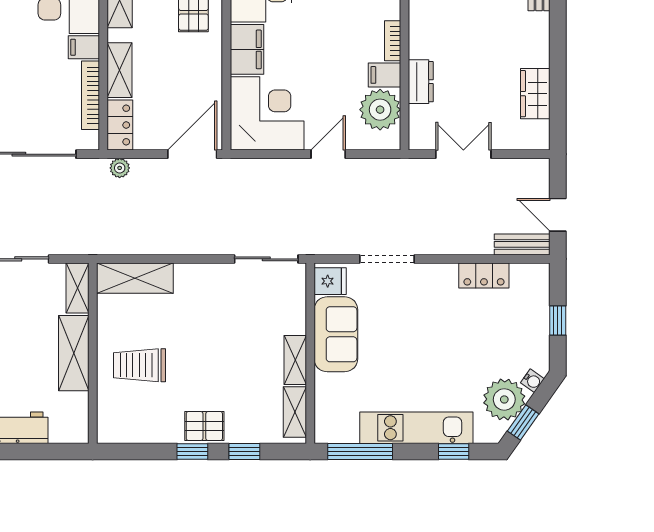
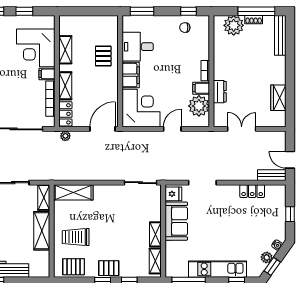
plant: (504, 399) -> (267, 257), width x0.53, depth x0.53
pallet: (136, 423) -> (74, 267), added

